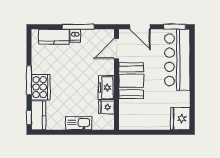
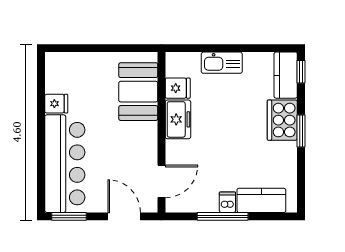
window: (29, 80) -> (301, 131), width x0.69
booth: (131, 81) -> (138, 92), moved
fridge: (180, 119) -> (56, 104), moved, width x0.53, depth x0.75

